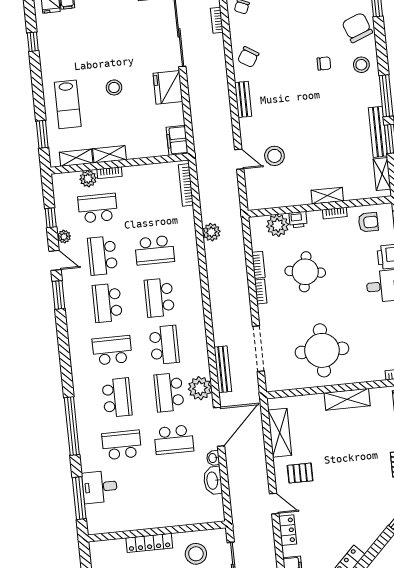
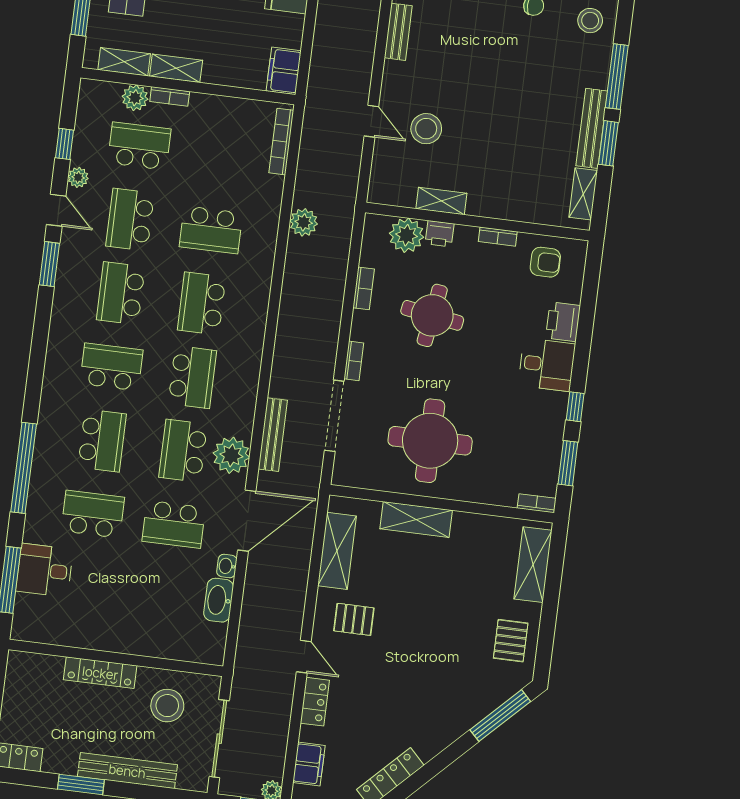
shelving: (327, 196) -> (441, 201), moved
bookcase: (261, 292) -> (354, 361), moved
shelving: (347, 399) -> (416, 519), moved

